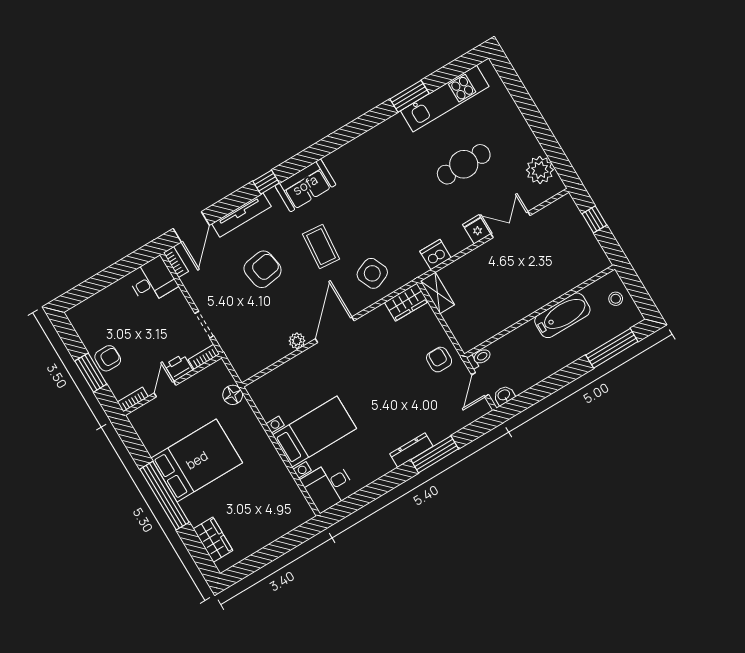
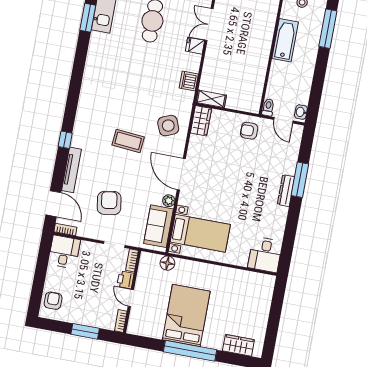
sofa: (305, 185) -> (159, 226), moved, turned 180
armchair: (263, 269) -> (109, 203), moved
armchair: (108, 358) -> (53, 301), moved
bed with nightstands: (314, 432) -> (200, 233), moved, turned 90

